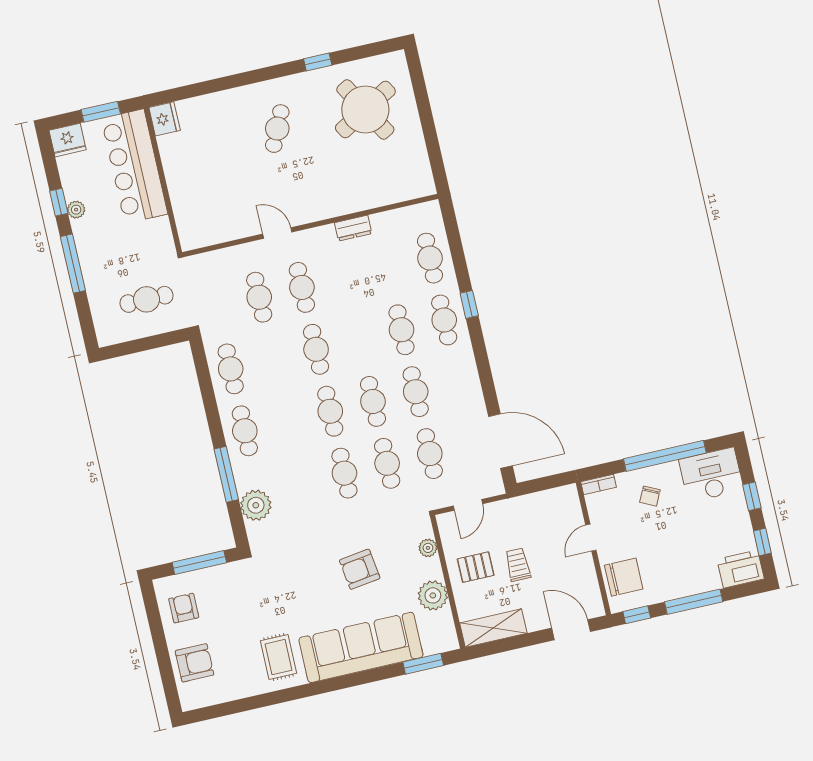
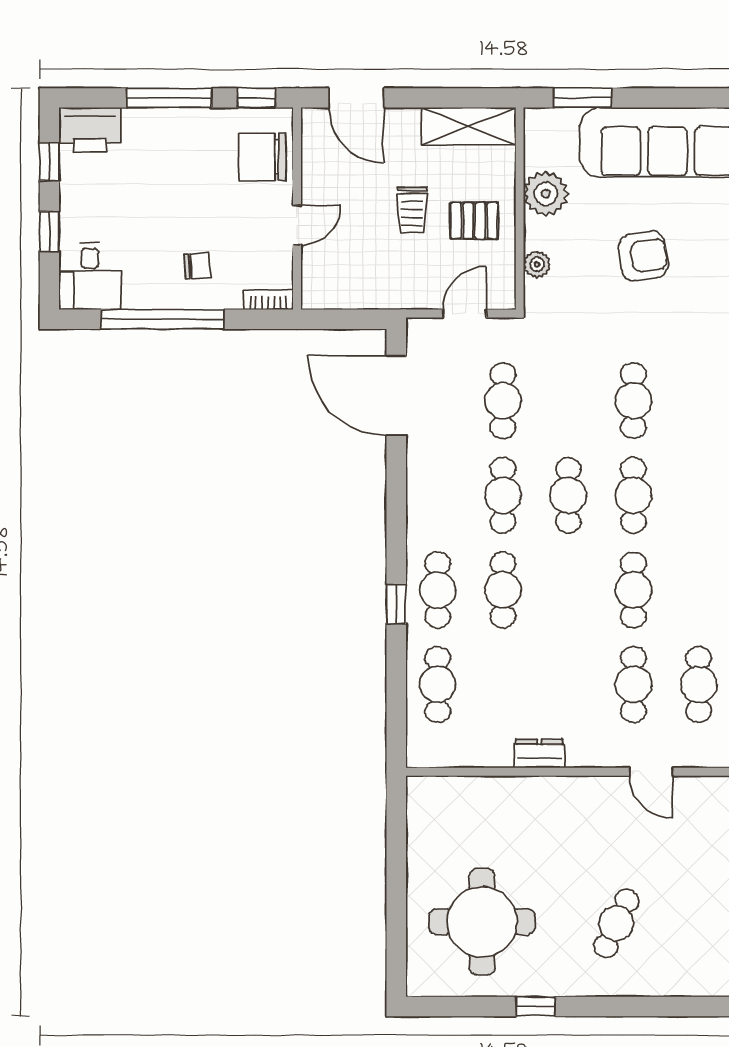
round table: (365, 110) -> (482, 922), turned 30
cafe table: (387, 463) -> (568, 401), removed
desk: (711, 475) -> (90, 276), width x0.73
chair: (650, 496) -> (197, 266), turned 60

